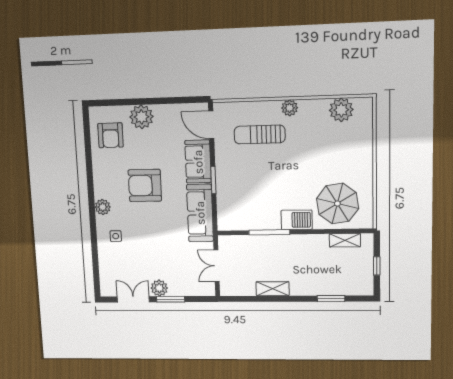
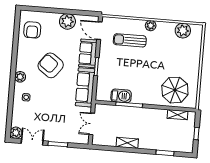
plant: (141, 117) -> (67, 21), moved
armchair: (145, 185) -> (51, 65), turned 36
barbecue: (297, 220) -> (121, 96), moved
plant: (159, 288) -> (16, 133), moved

